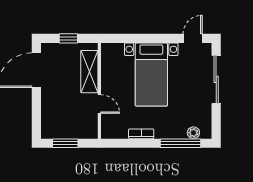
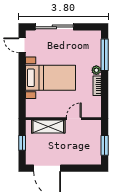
plant: (193, 133) -> (96, 70), moved

